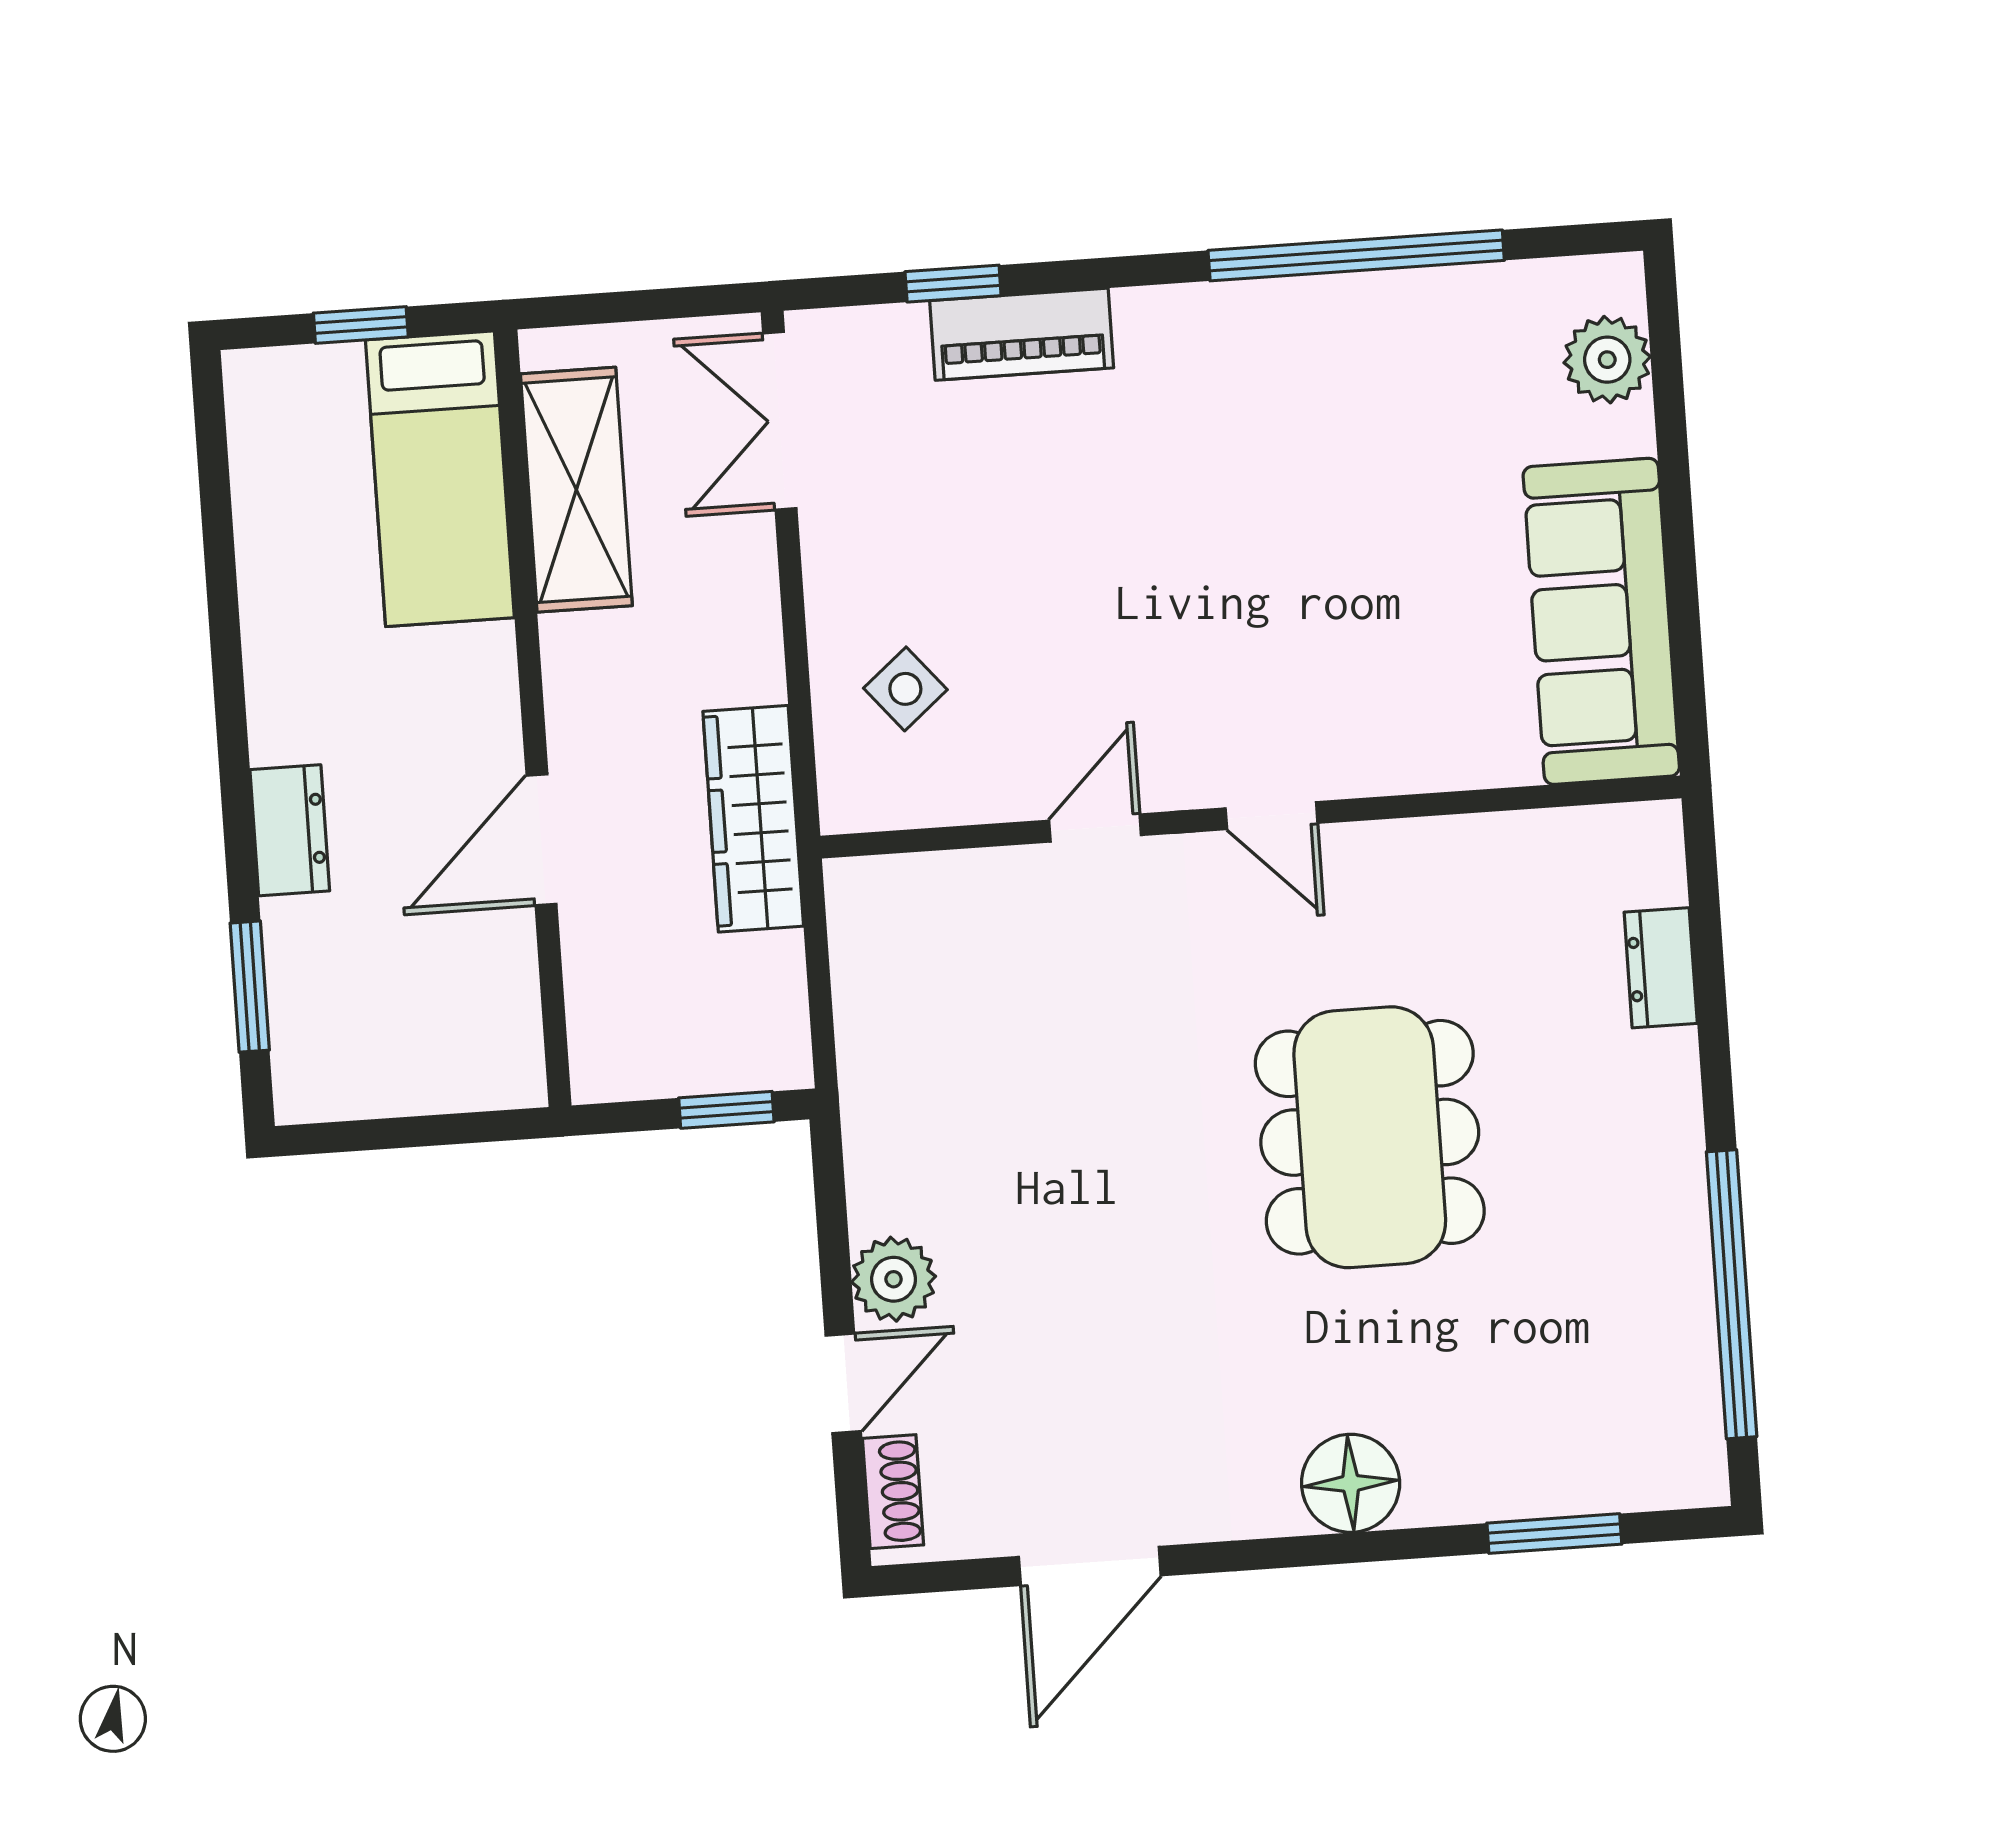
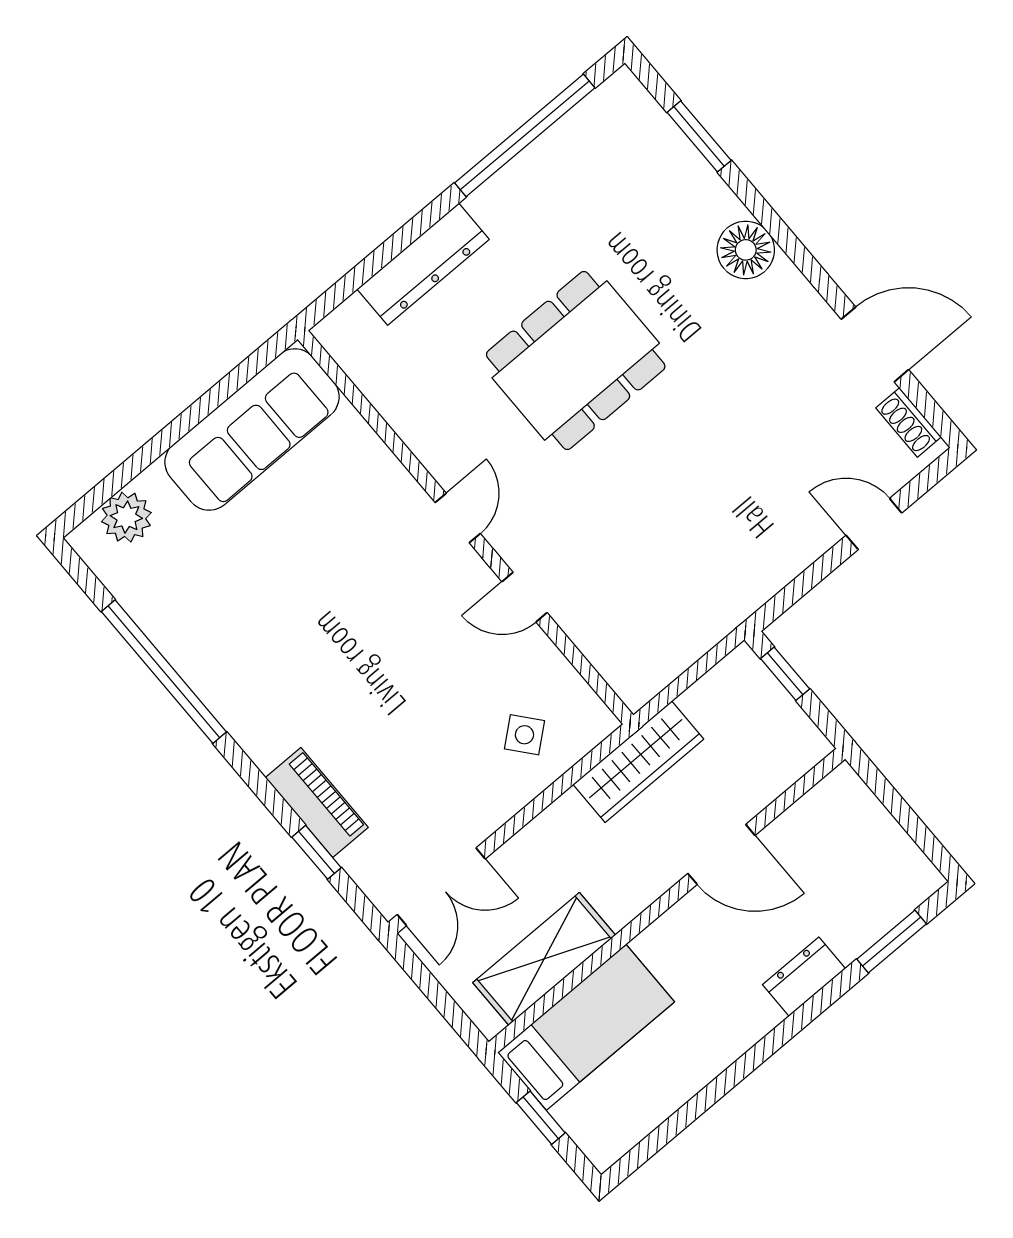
dresser: (1661, 968) -> (423, 264), width x1.96, depth x1.24
plant: (894, 1279) -> (807, 536), removed
shoe rack: (893, 1492) -> (909, 422), moved, turned -90

